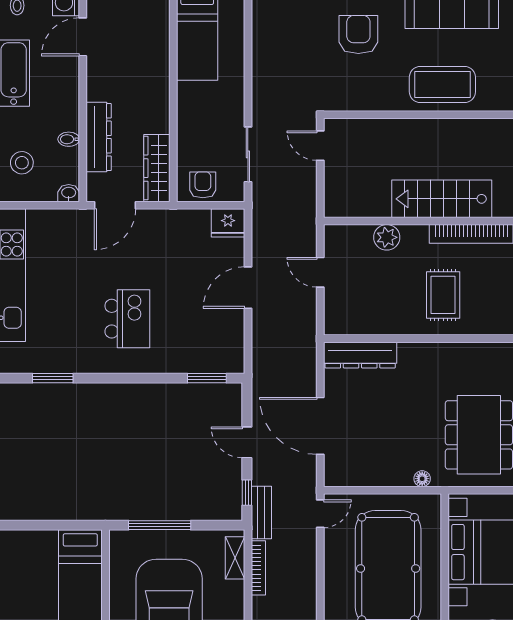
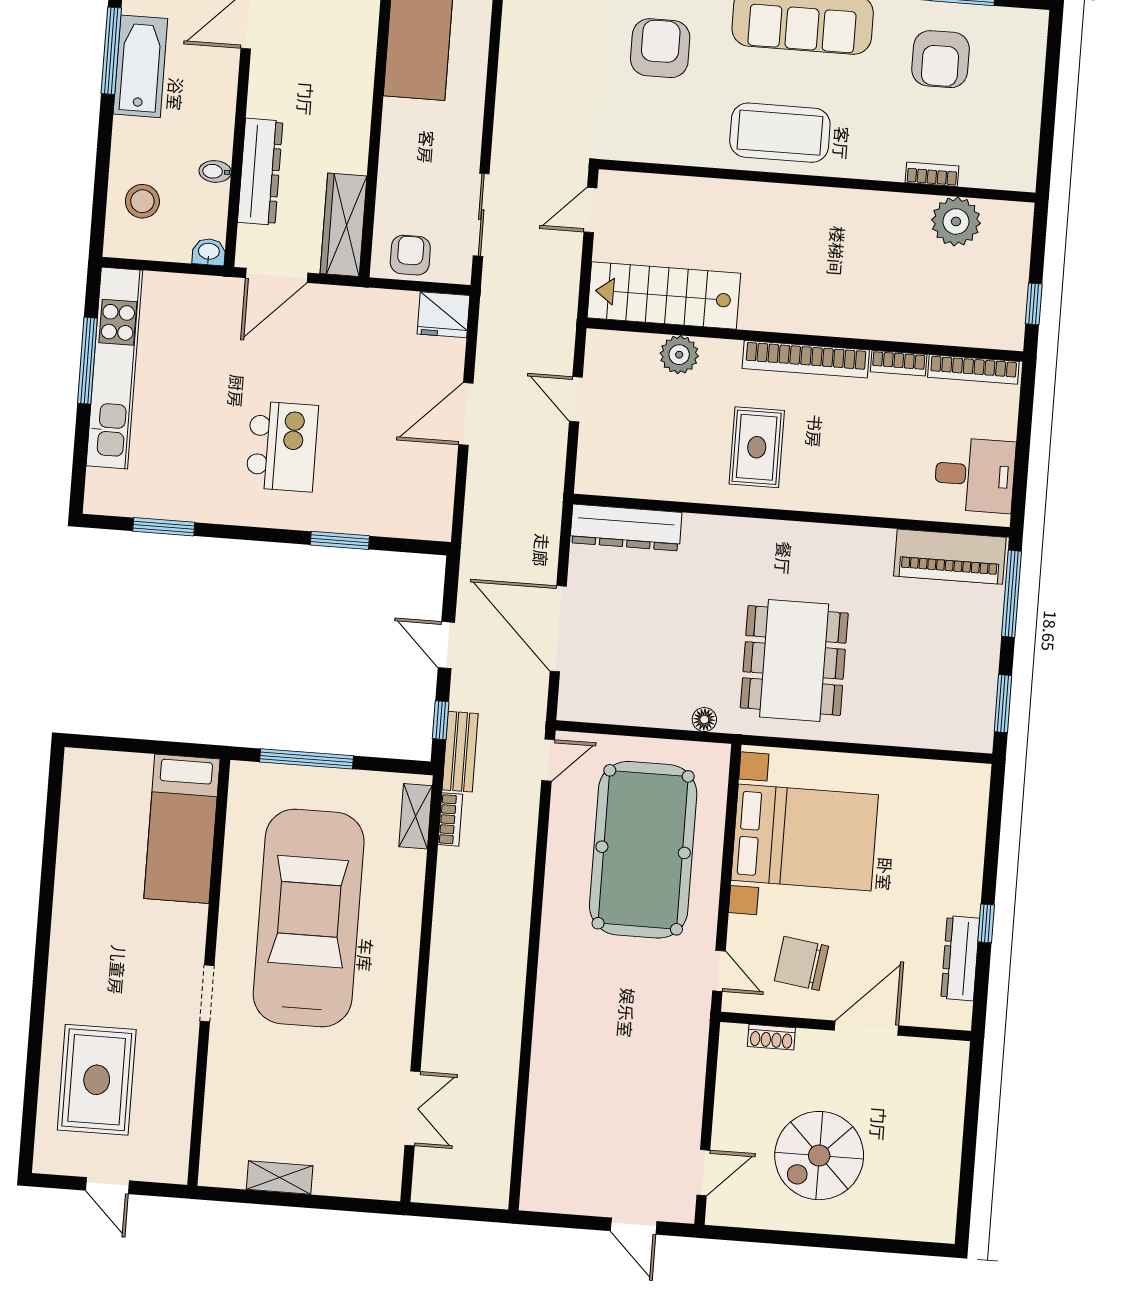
door: (320, 146) -> (590, 210), hinge flipped
stairs: (442, 199) -> (664, 296), moved
window: (207, 378) -> (340, 540), moved
bookcase: (258, 568) -> (450, 819), width x0.64

